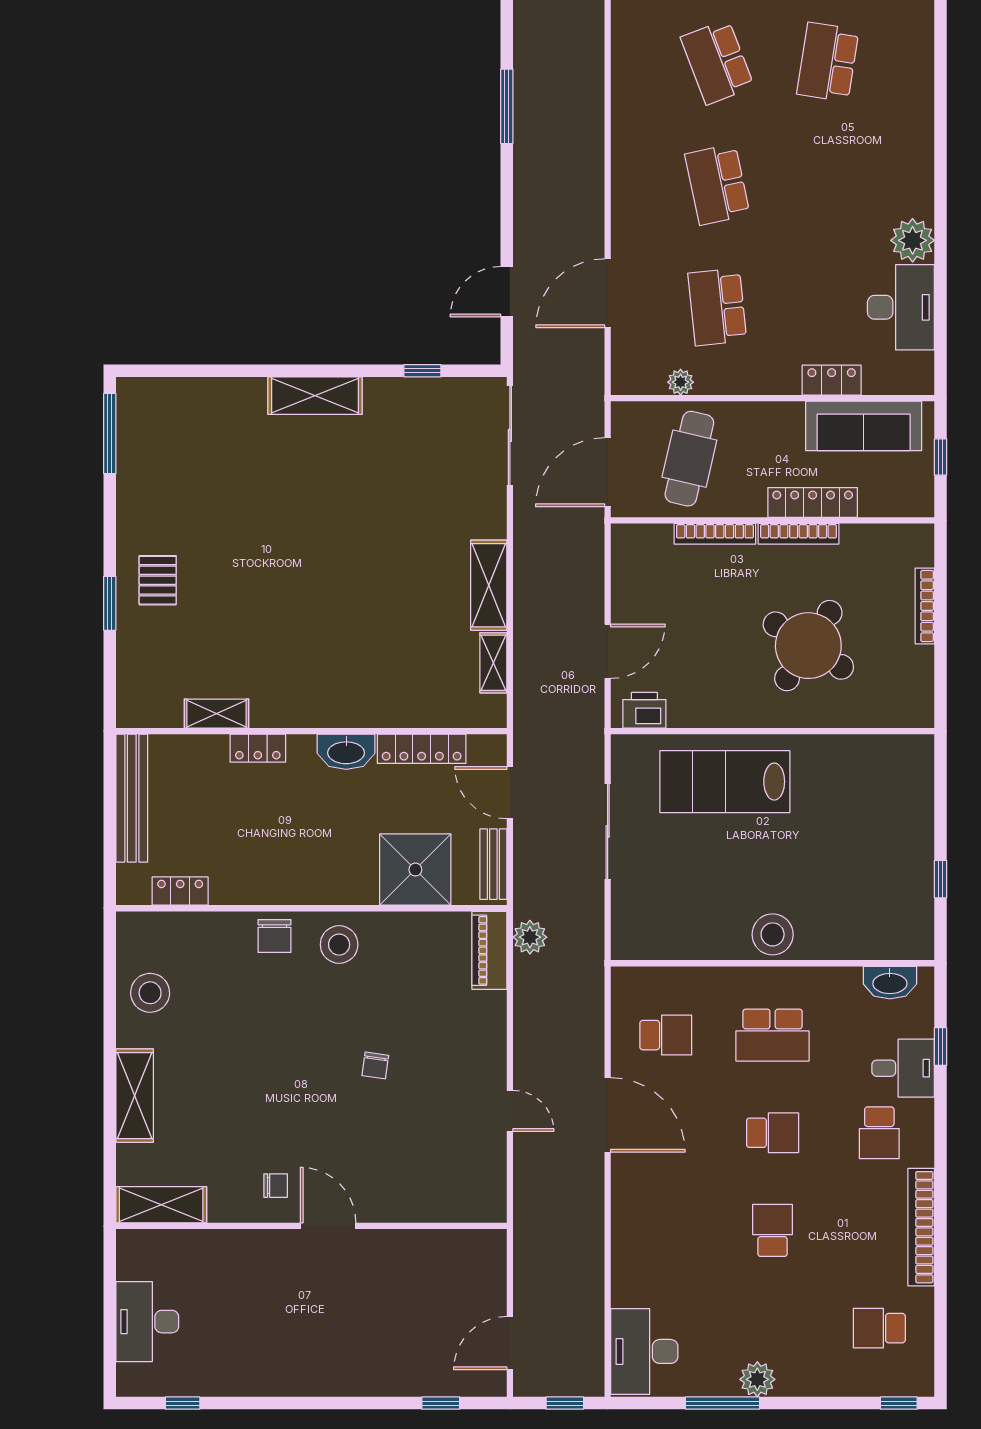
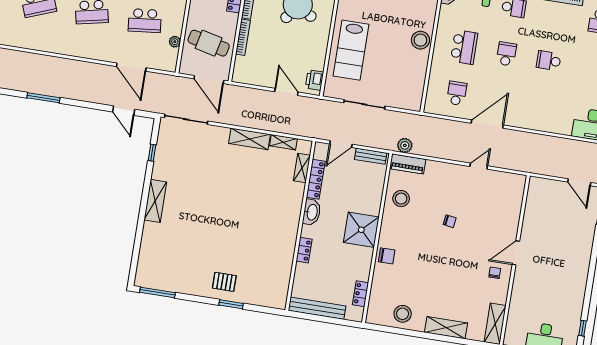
shelving: (216, 714) -> (302, 168), moved
shower: (415, 870) -> (361, 230), moved
stool: (339, 945) -> (401, 199), moved

